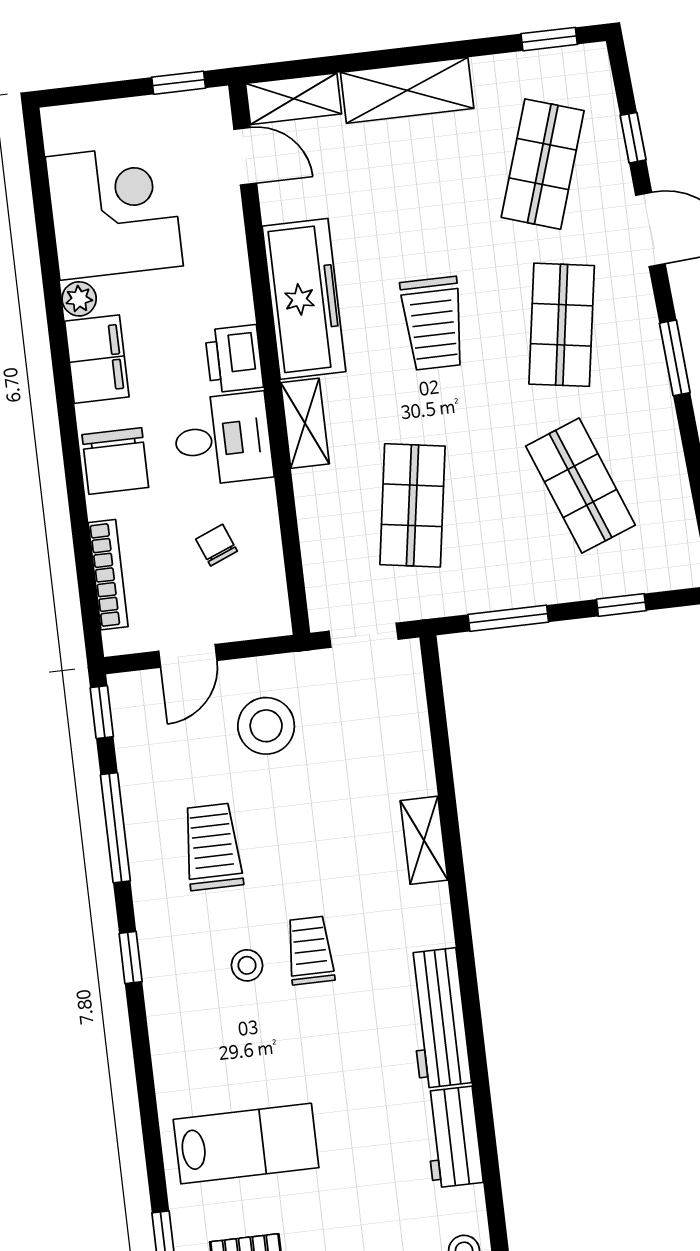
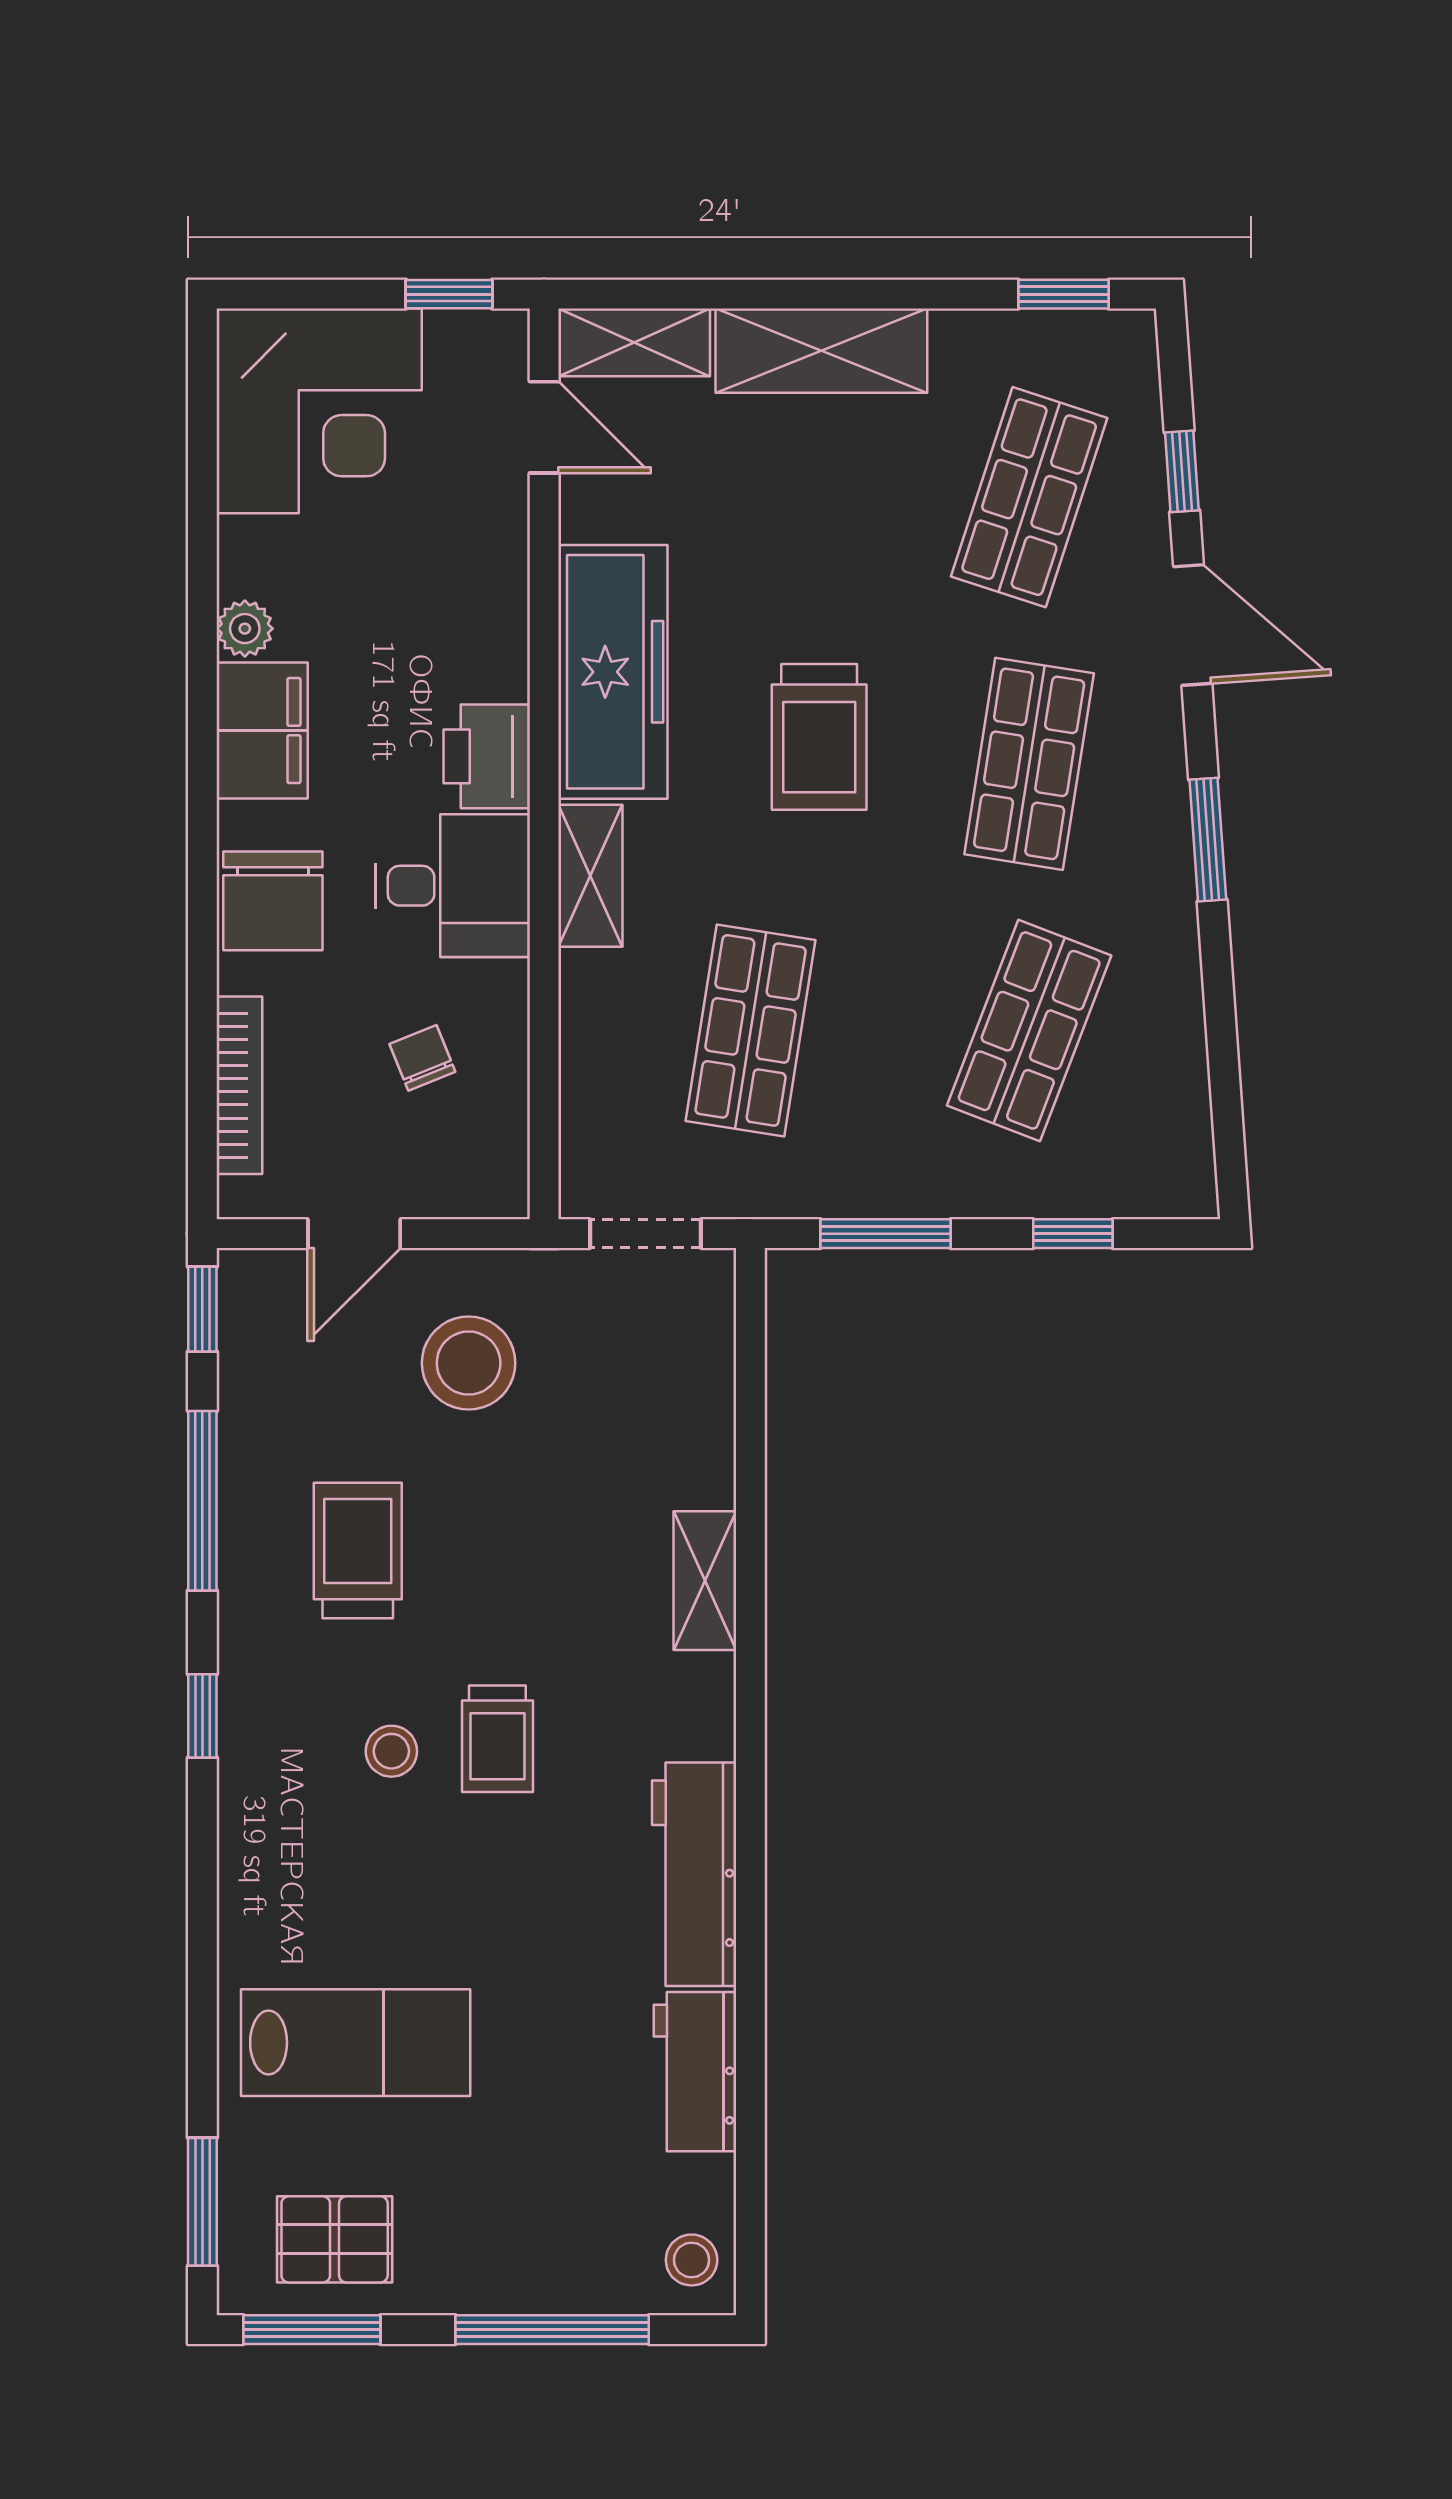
corner desk: (114, 211) -> (319, 411), moved, turned 90
shop shelf: (581, 486) -> (1029, 1030), turned 42
trolley: (310, 950) -> (497, 1739), turned 180

